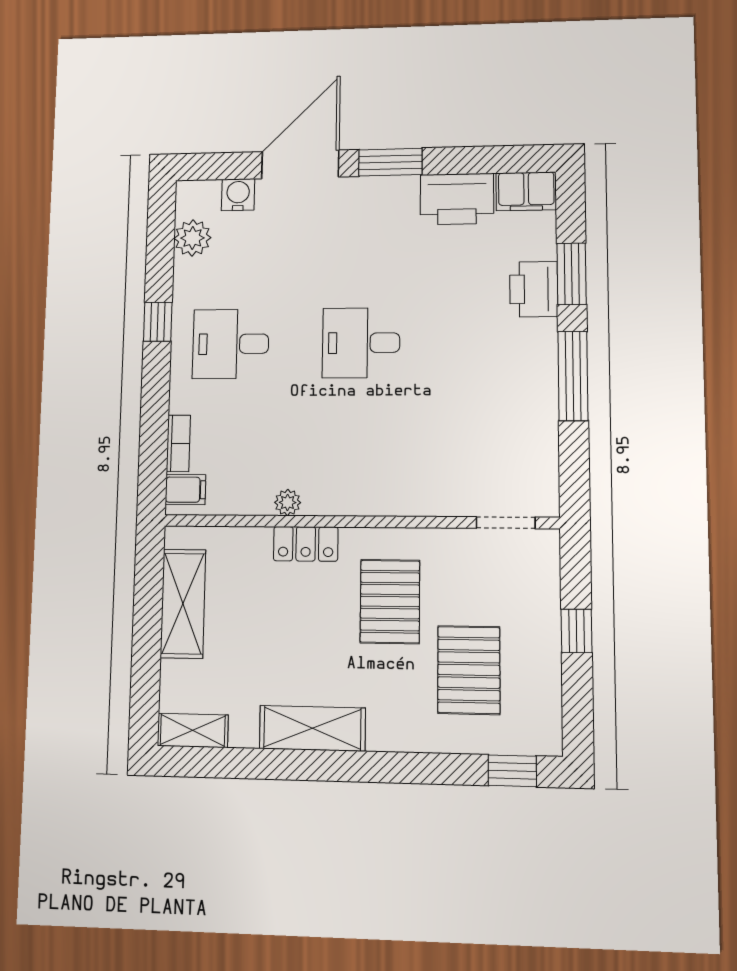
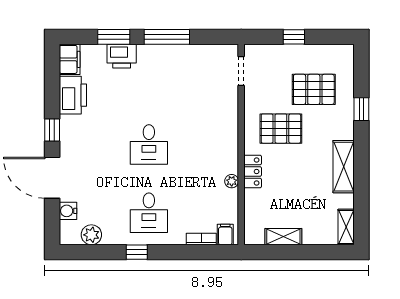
window: (390, 162) -> (52, 130), width x0.67
shelving: (183, 604) -> (283, 237), width x0.67, depth x0.75
window: (512, 771) -> (361, 109), moved

